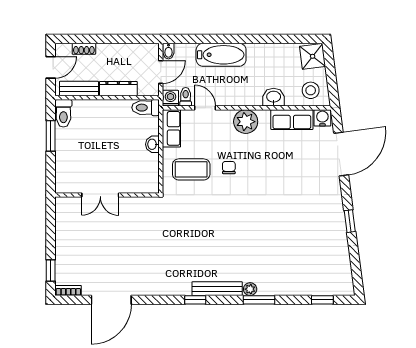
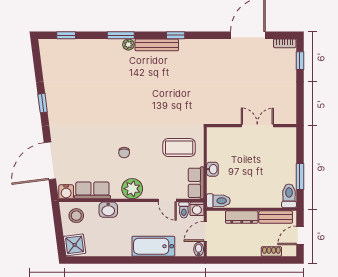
chair: (229, 168) -> (124, 153), moved

